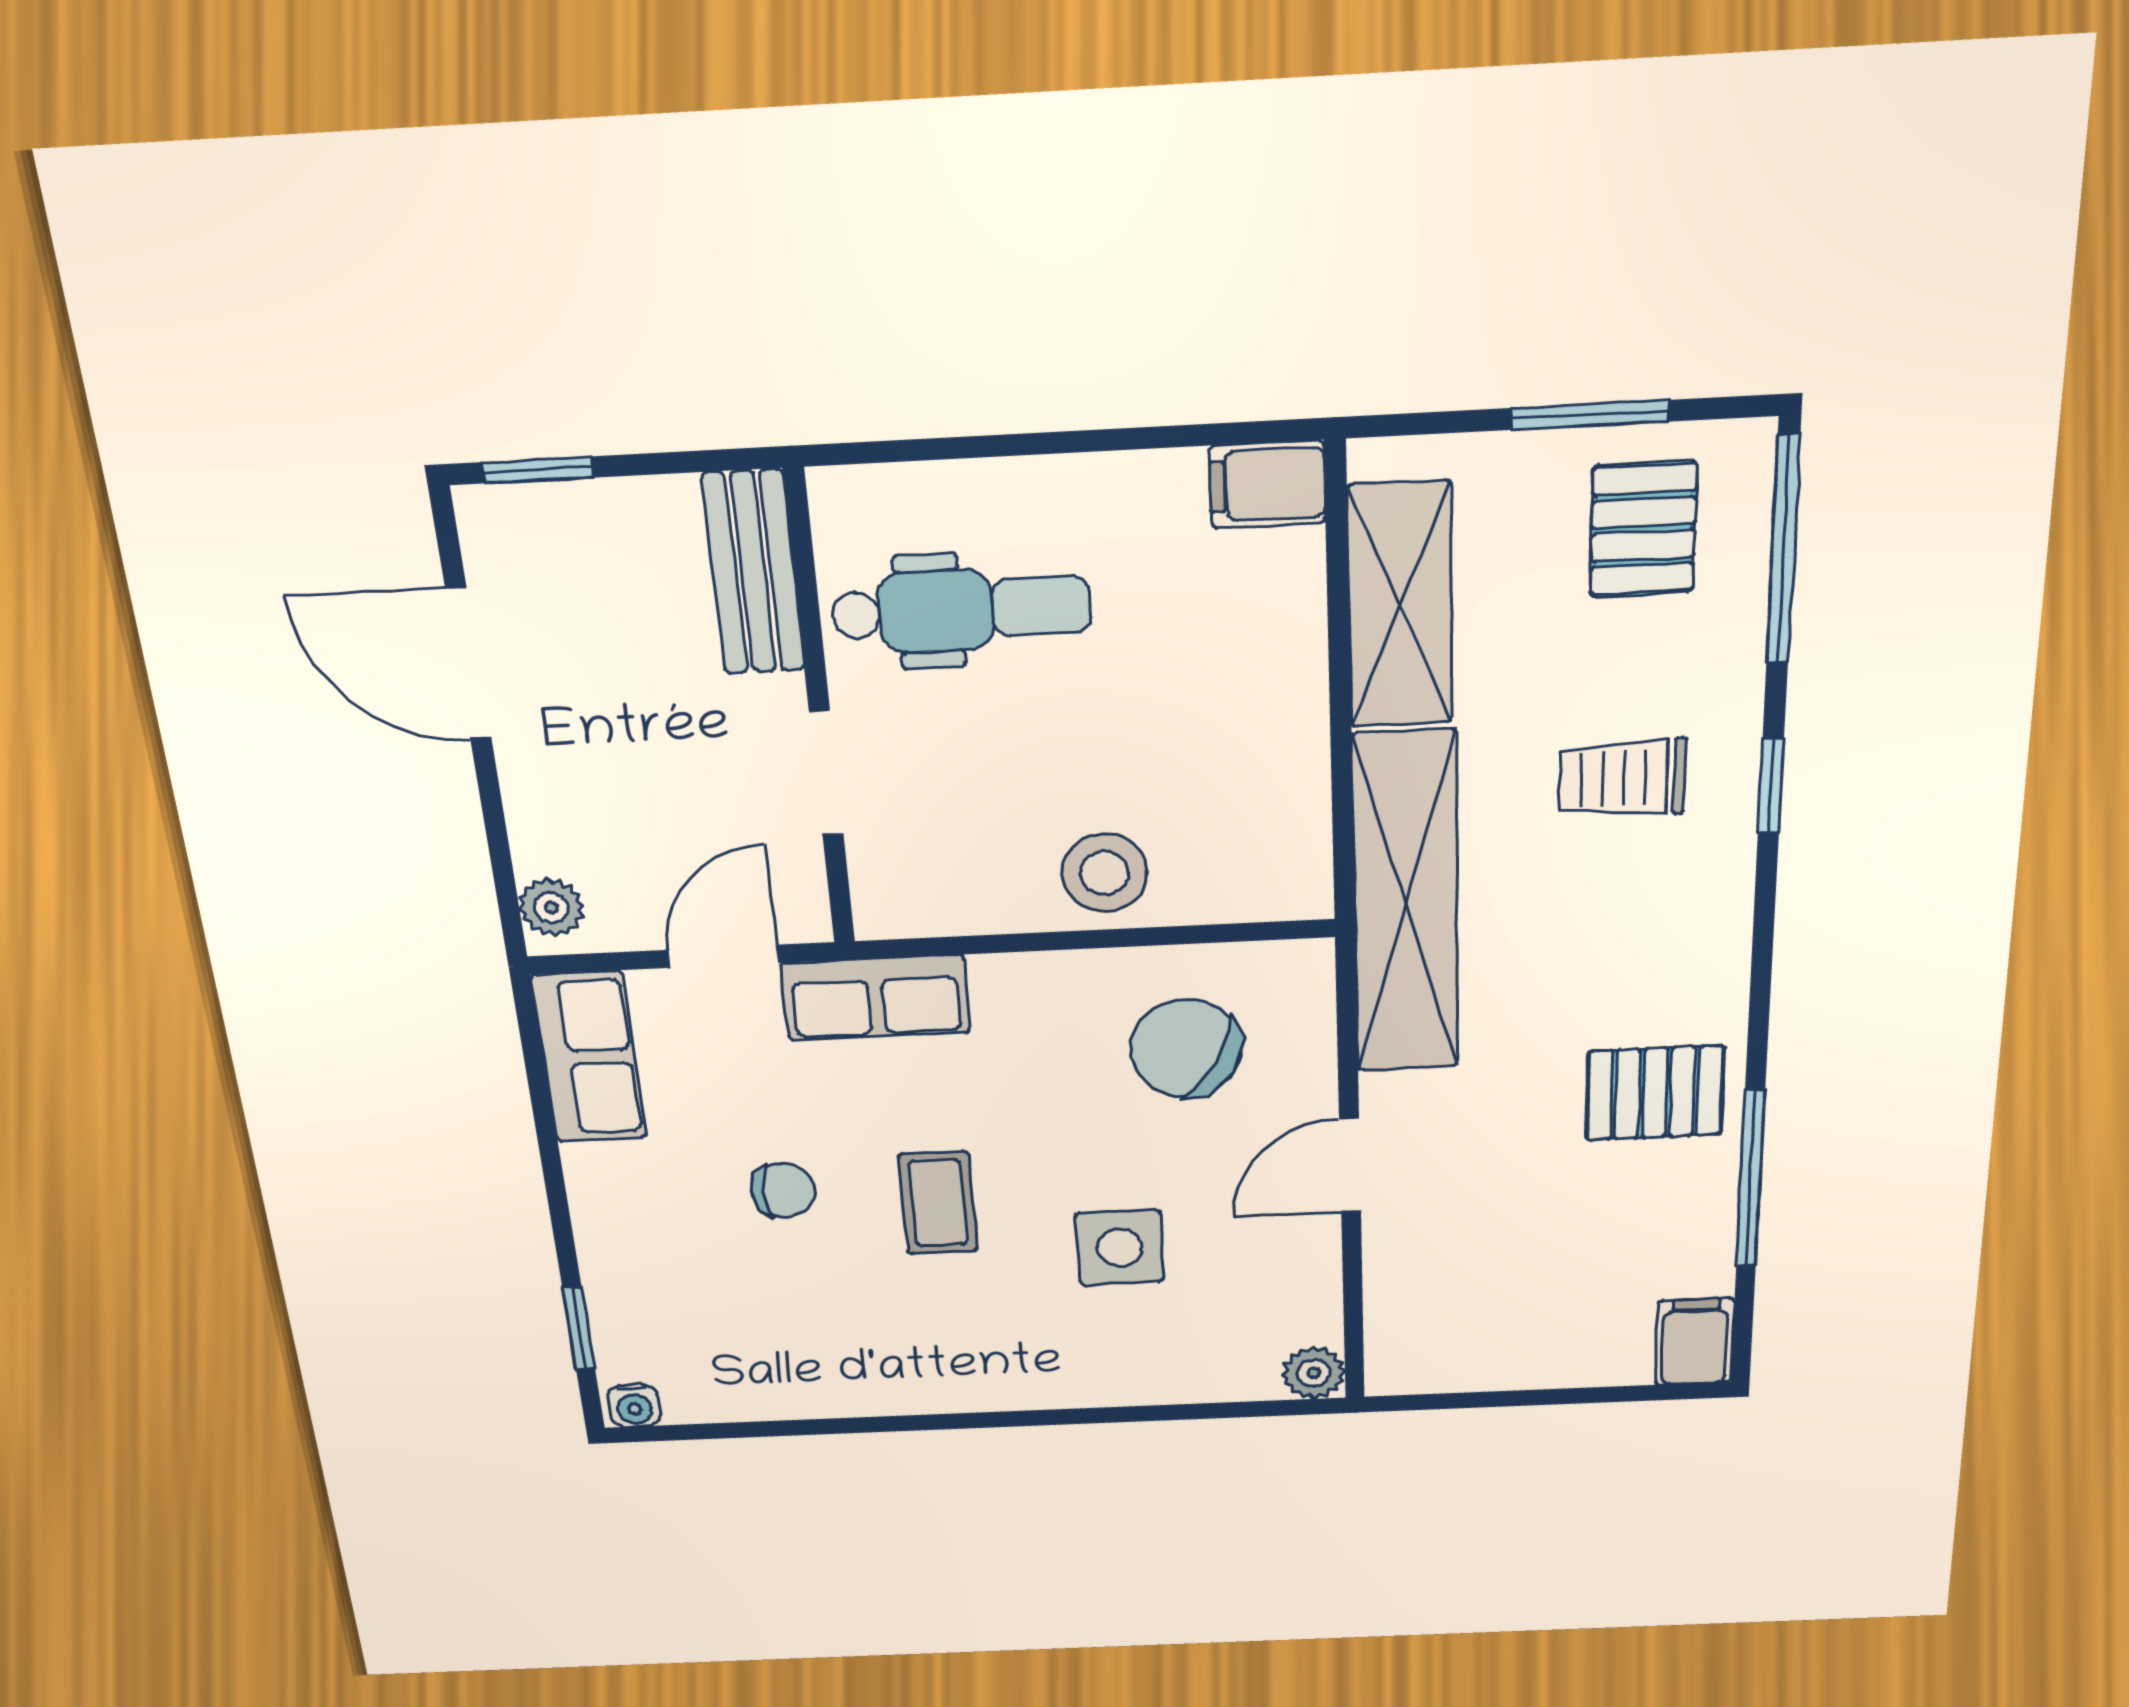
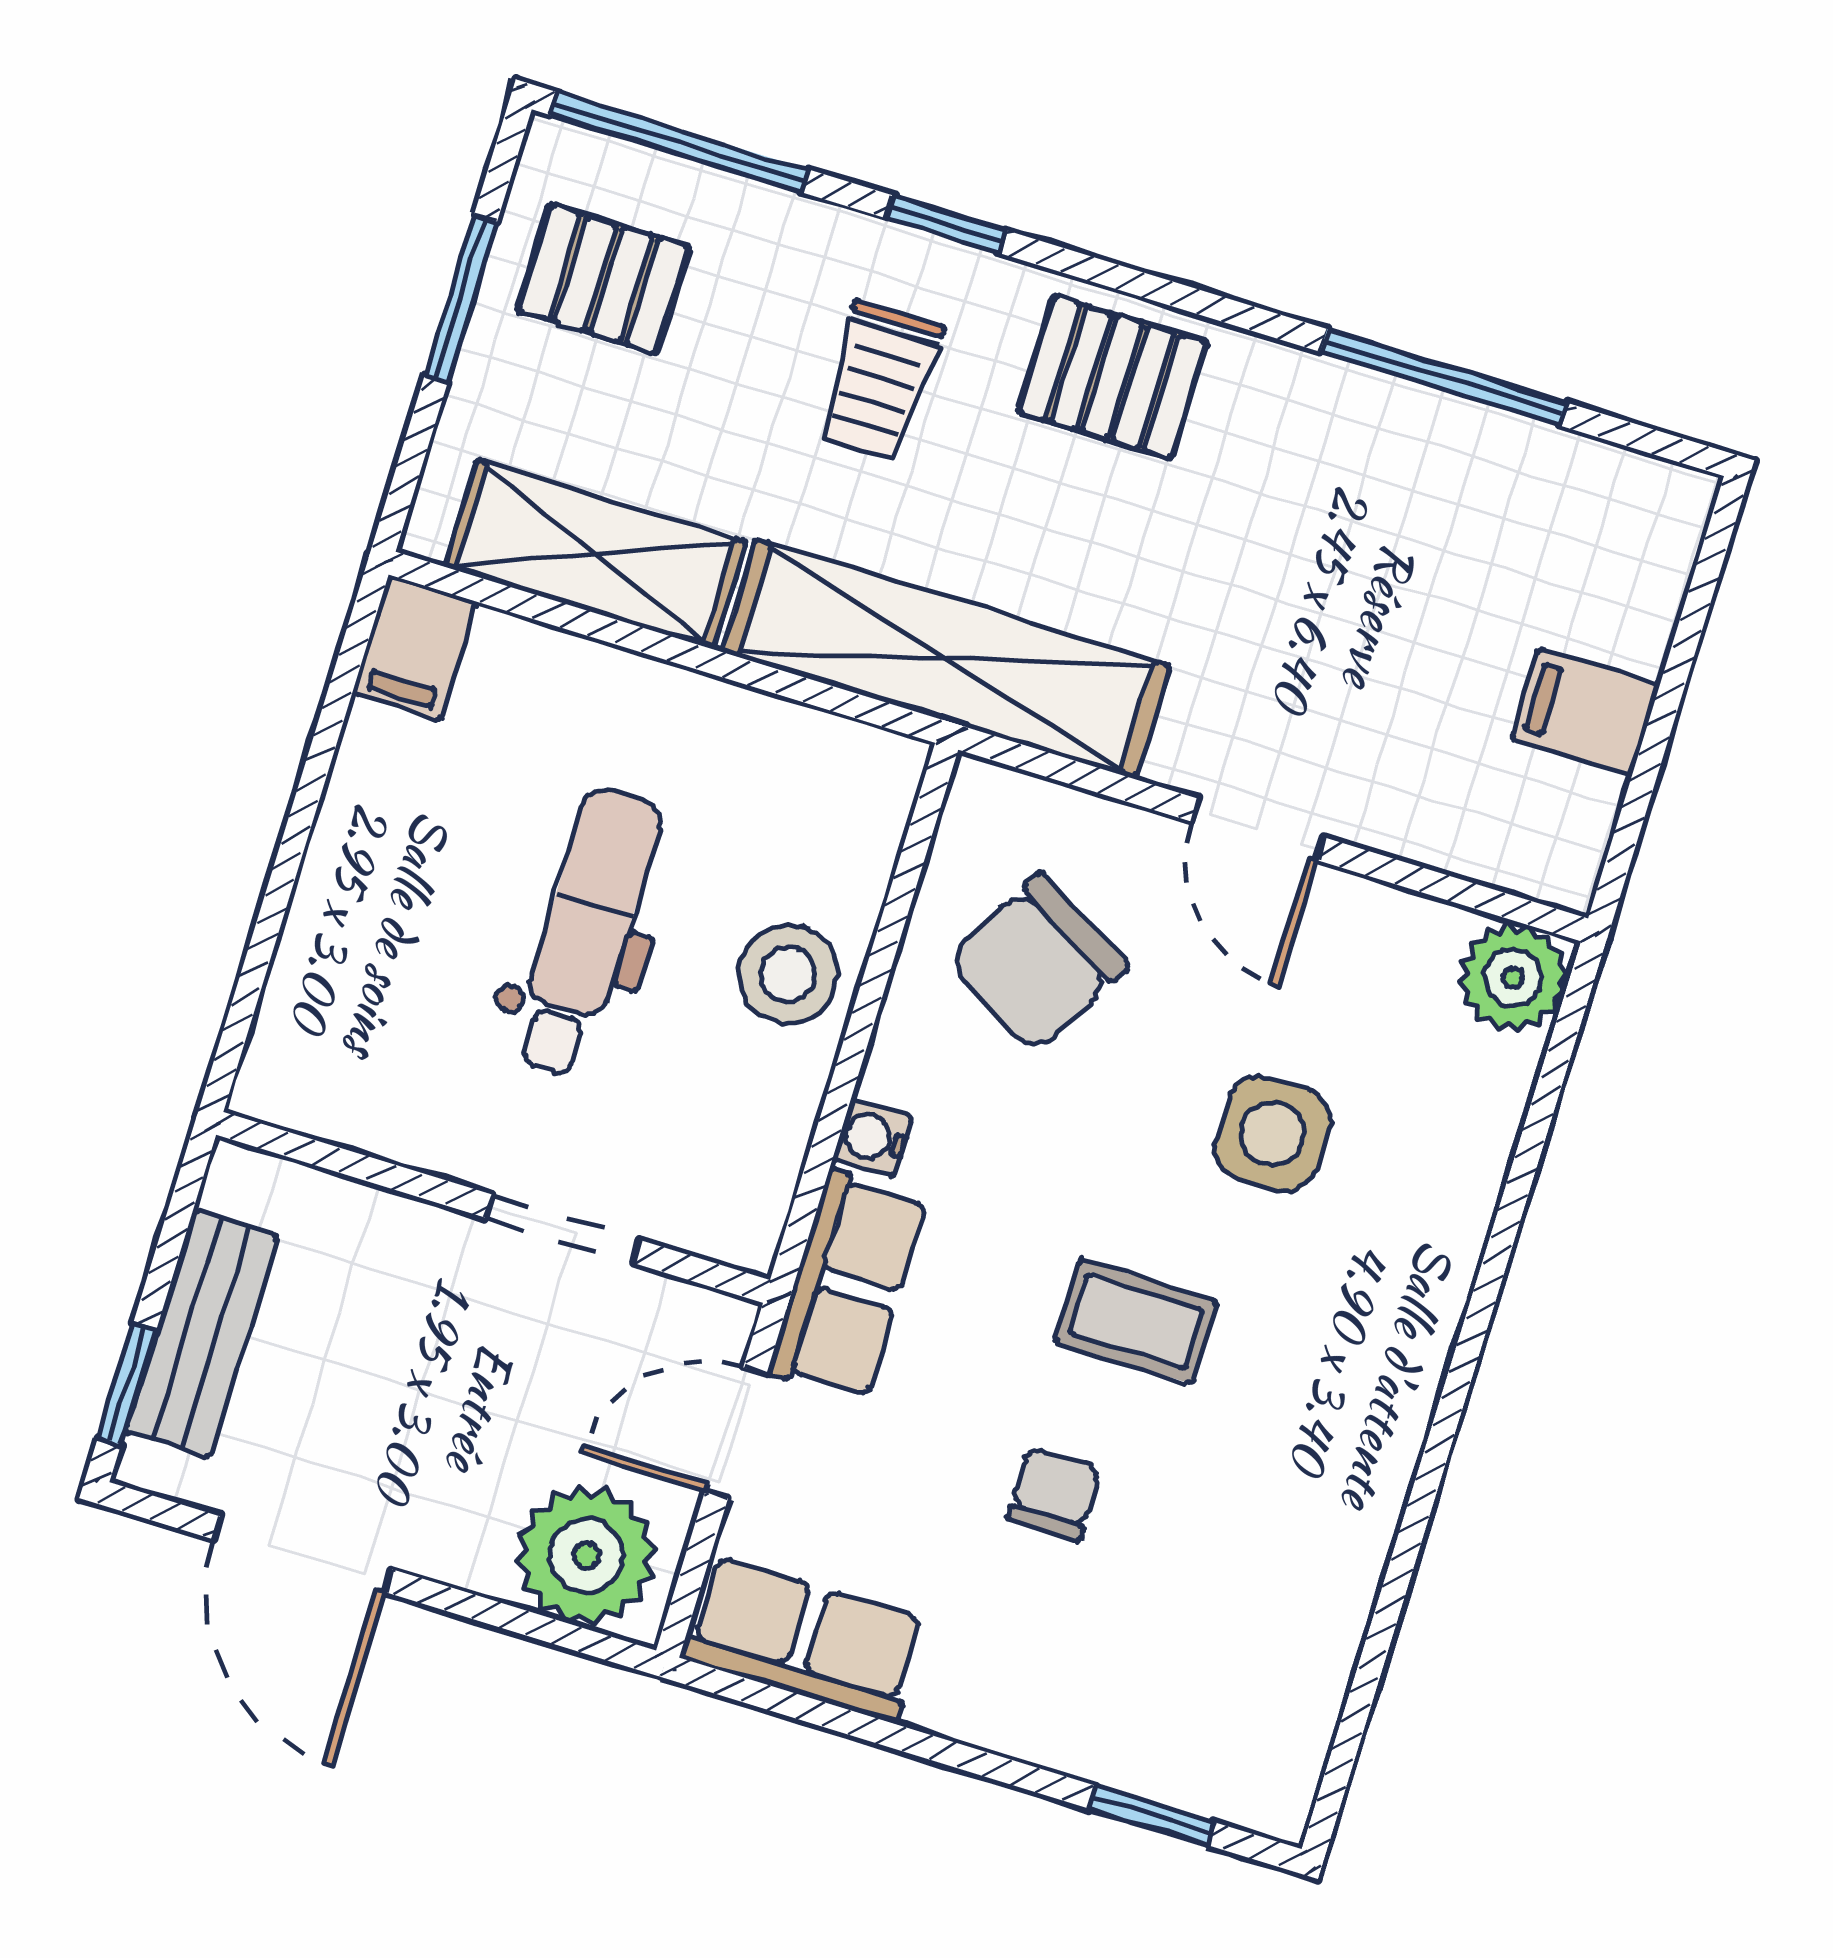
bench: (753, 572) -> (201, 1334), moved, turned 90
dental chair: (961, 610) -> (586, 932), moved
door: (468, 664) -> (303, 1554), hinge flipped
plant: (551, 907) -> (586, 1555), width x1.87, depth x1.87
door: (724, 956) -> (736, 1433), hinge flipped
pallet: (1655, 1093) -> (1112, 377), moved, turned 90
filing cabinet: (1695, 1342) -> (1585, 712), moved
plant: (1314, 1373) -> (1513, 977), width x1.38, depth x1.38
water cooler: (634, 1406) -> (872, 1138), moved, turned 180

